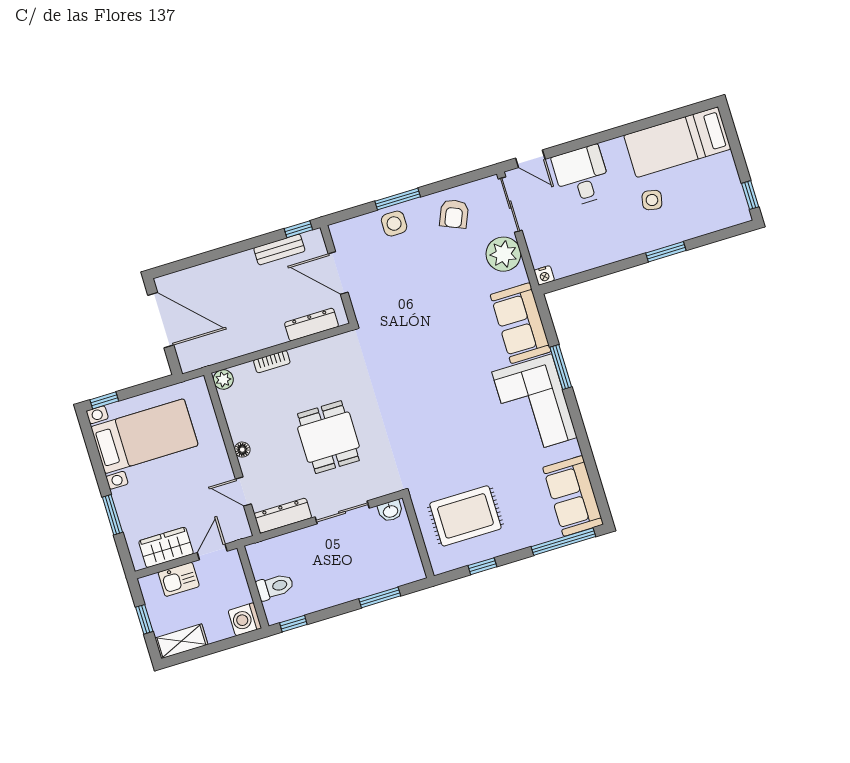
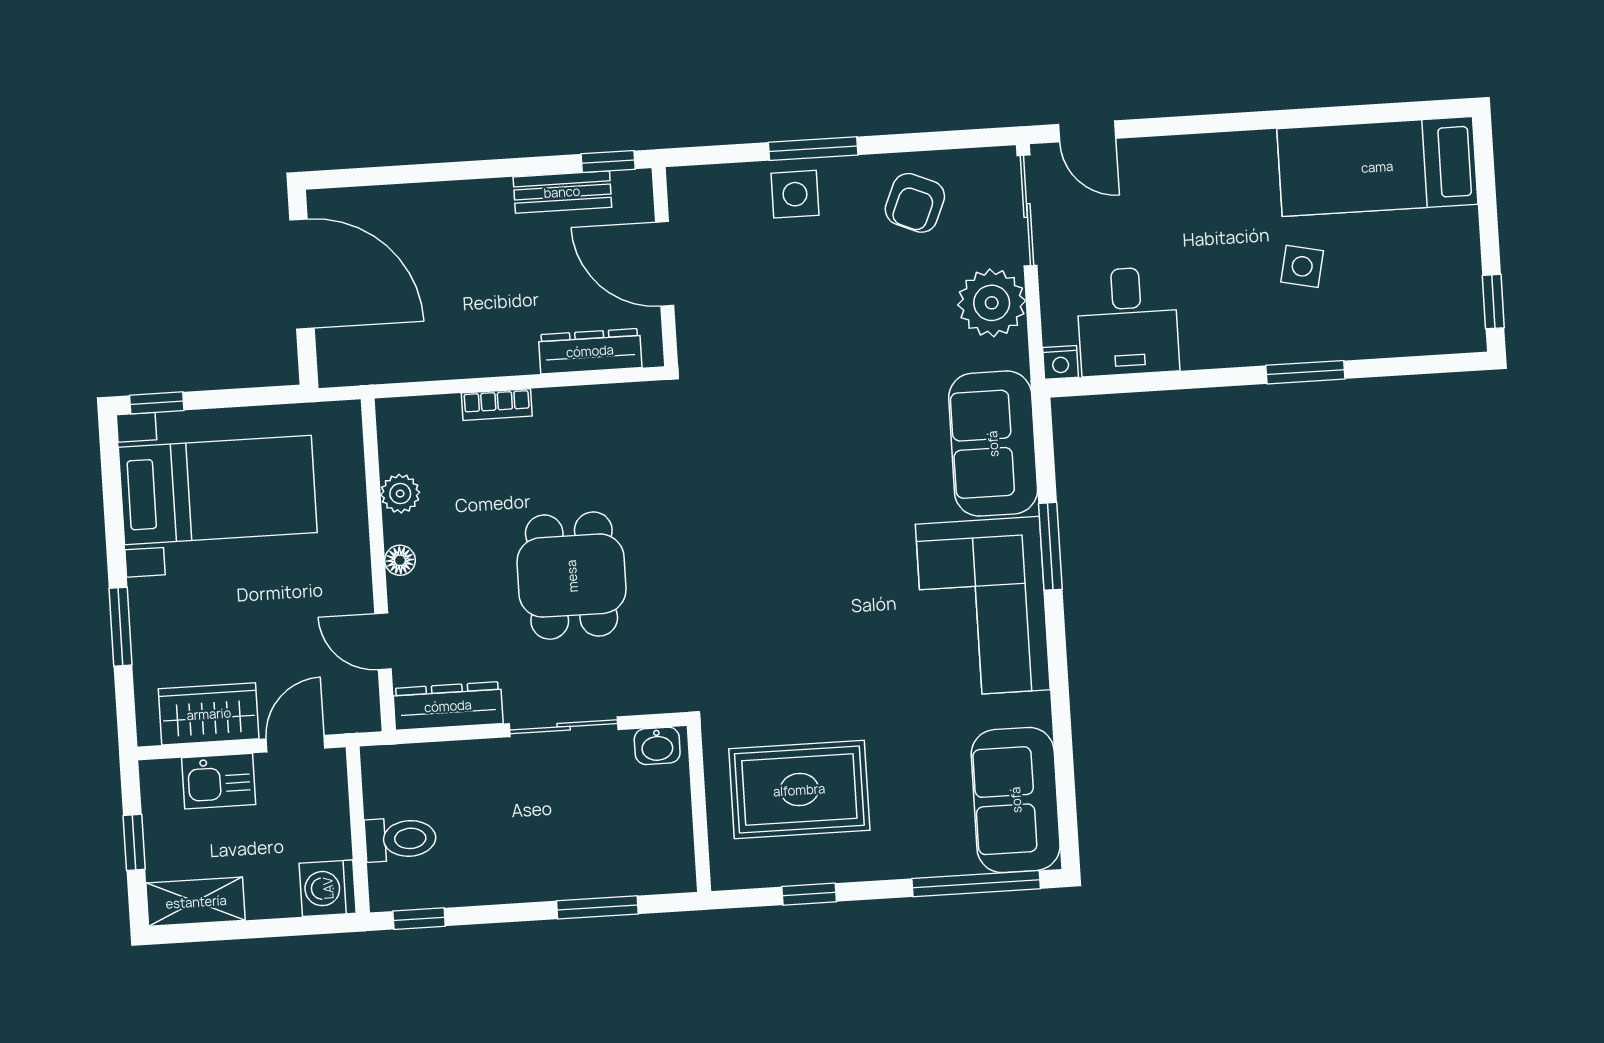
desk: (582, 176) -> (1128, 321), moved, turned 180
plant: (223, 379) -> (400, 494), moved

